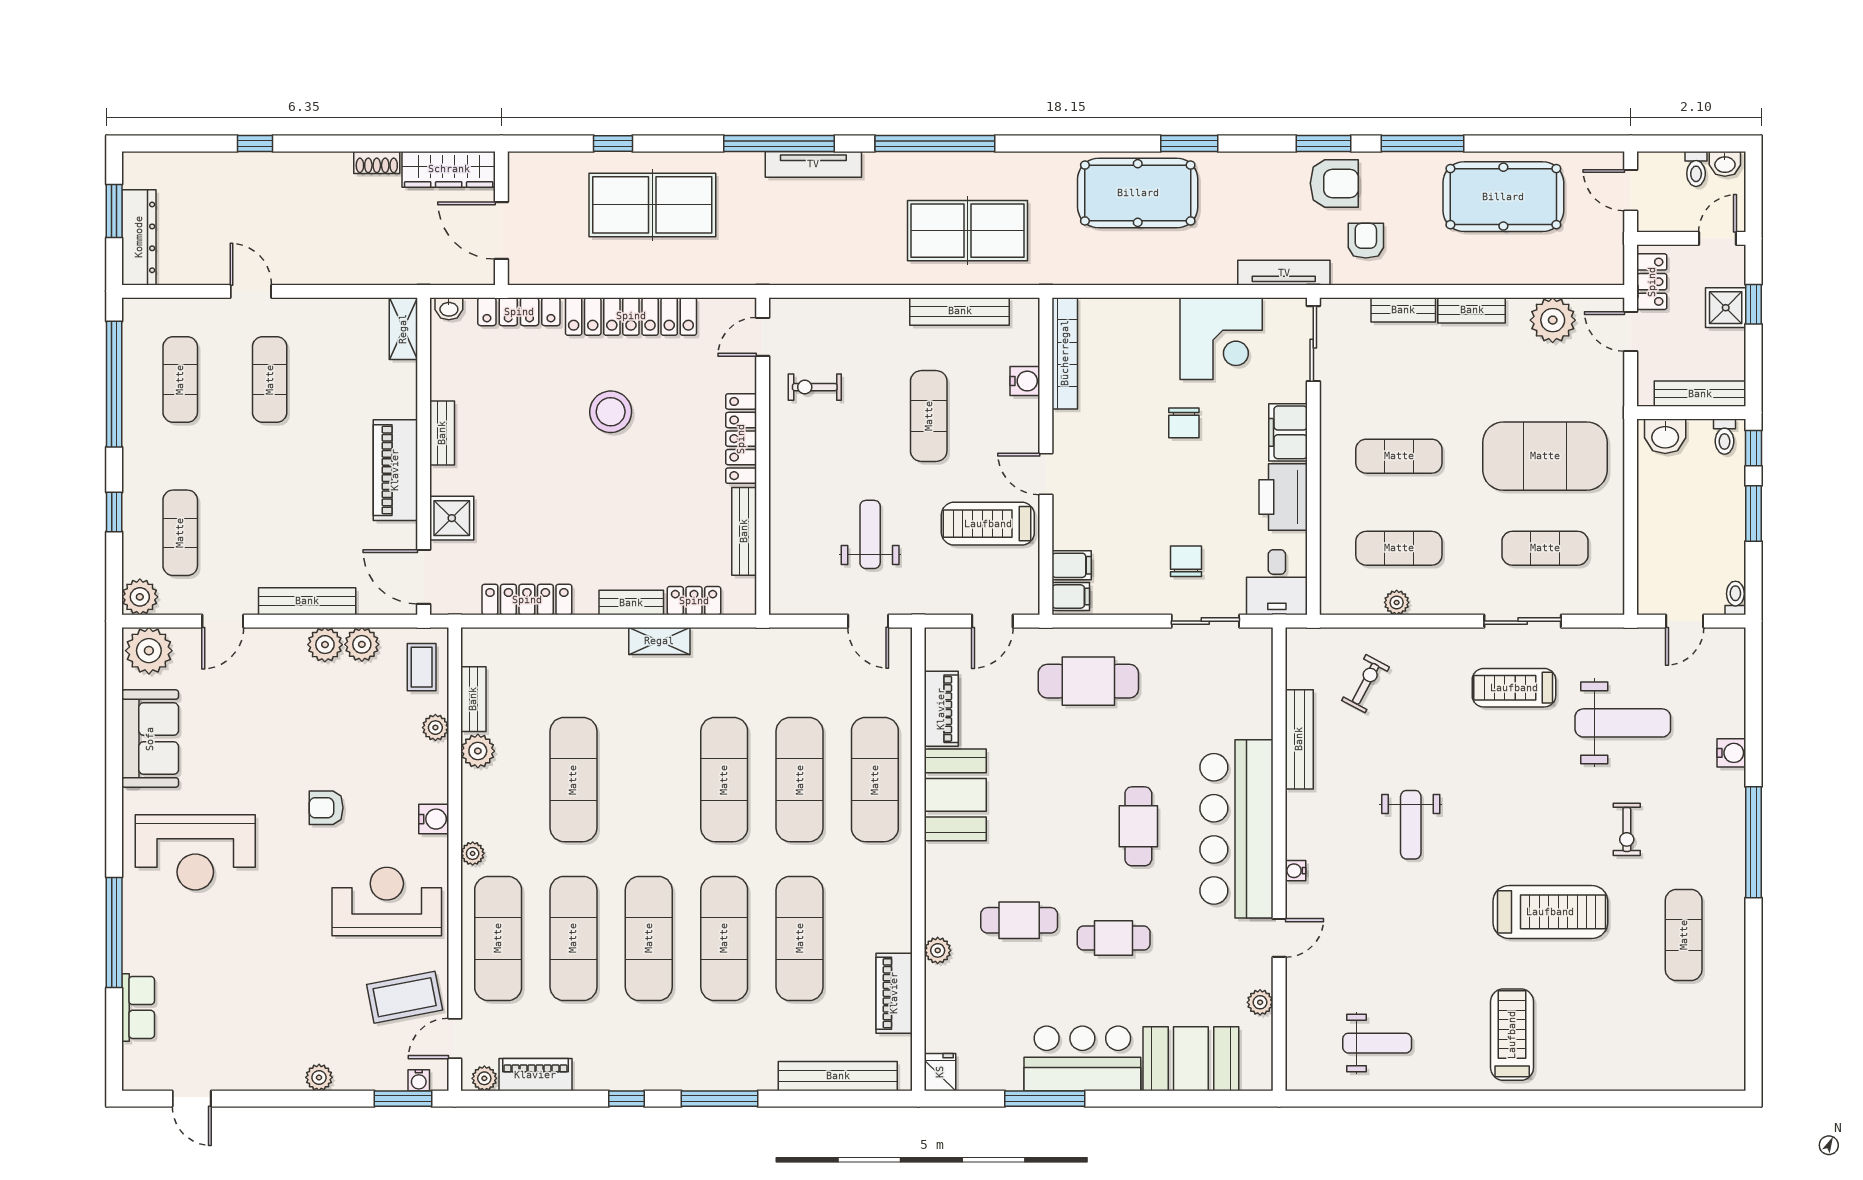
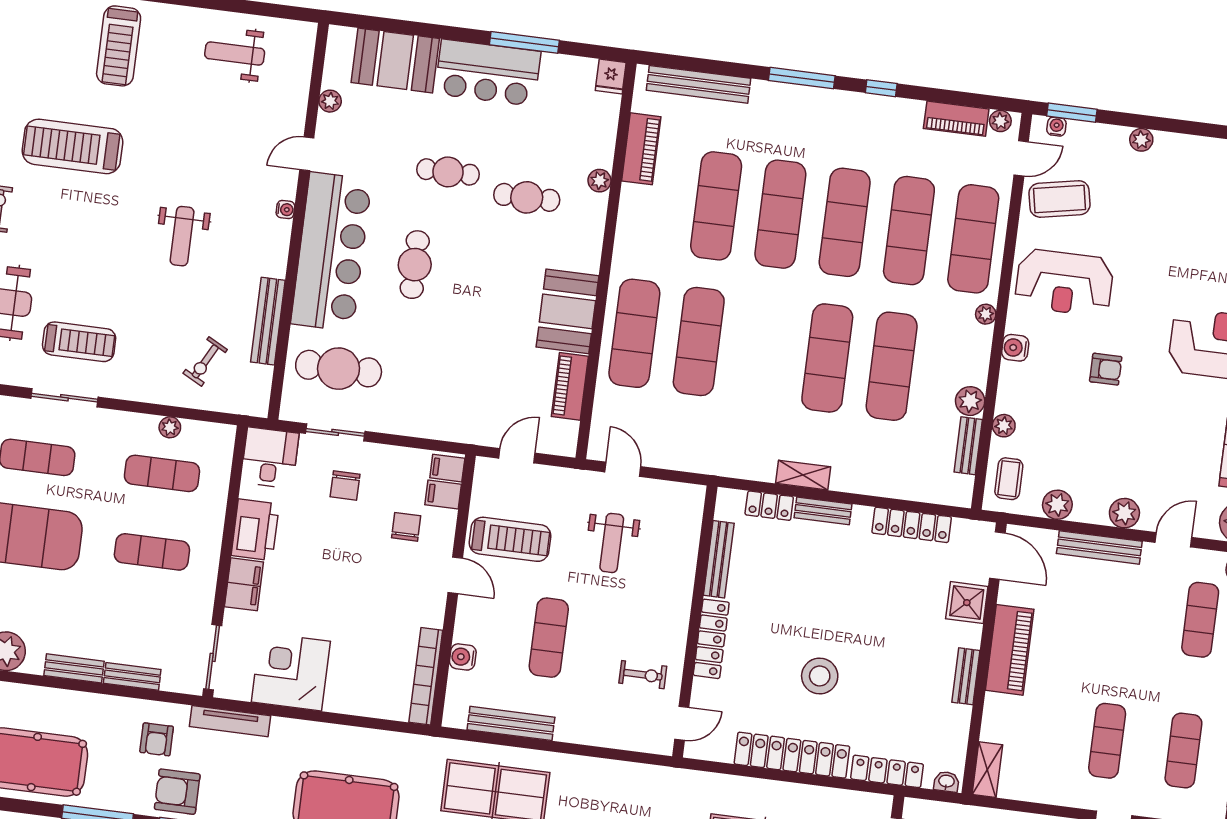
chair: (1184, 423) -> (406, 527), moved
plant: (325, 645) -> (1124, 513), moved
cafe table: (1088, 681) -> (339, 369), moved
exercise mat: (724, 780) -> (827, 358), moved
weight bench: (1411, 825) -> (182, 236), turned 180

